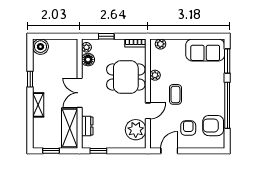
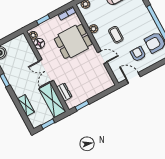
shelving: (38, 105) -> (26, 105), moved
door: (148, 111) -> (102, 57), hinge flipped
plant: (136, 130) -> (101, 76), removed
door: (169, 151) -> (133, 78), hinge flipped

